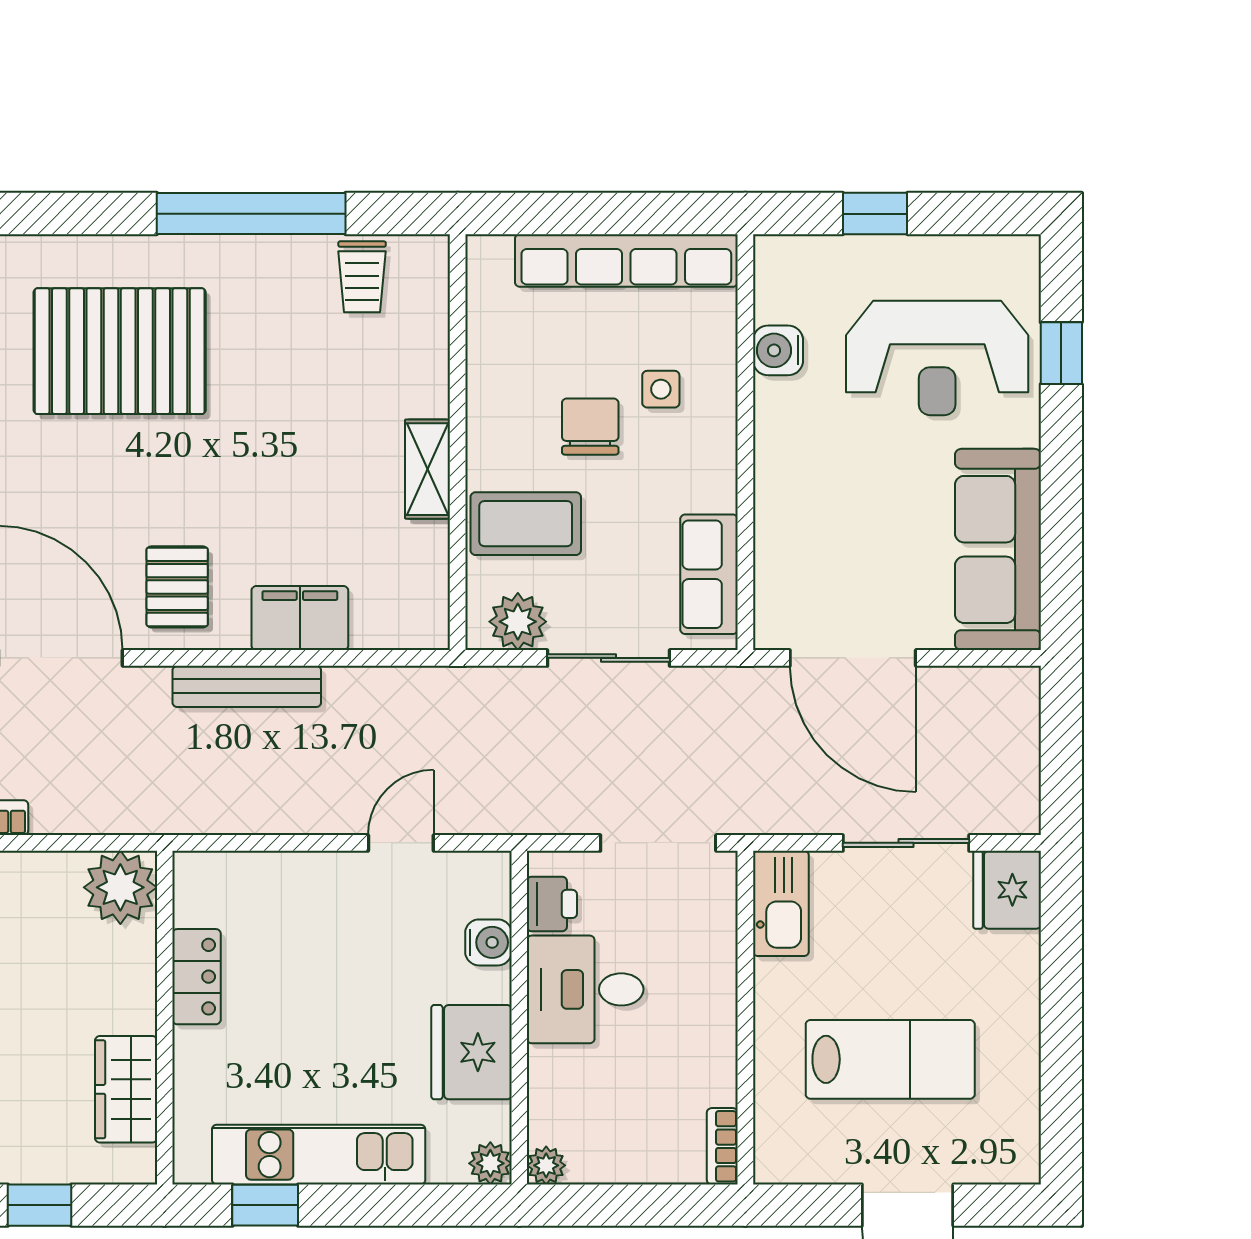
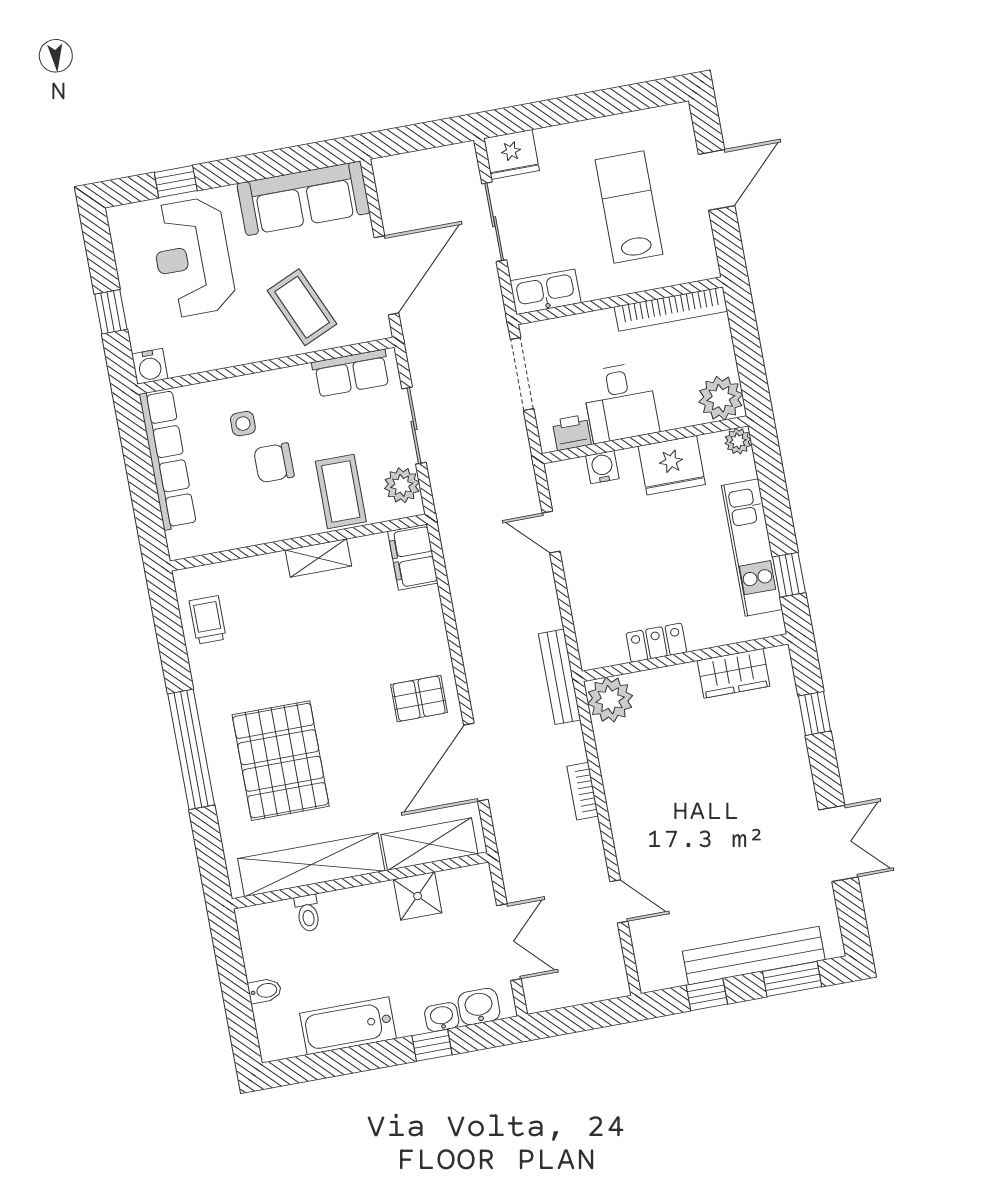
window: (251, 214) -> (191, 749), moved
trolley: (362, 277) -> (208, 620), turned -90
water cooler: (778, 350) -> (150, 366), moved
reception desk: (937, 358) -> (193, 257), turned 180
coffee table: (827, 516) -> (302, 307), added
filing cabinet: (300, 618) -> (413, 557), moved
bench: (247, 686) -> (560, 677), moved
bookcase: (722, 1146) -> (671, 309), width x2.31, depth x1.31
plant: (546, 1165) -> (721, 398), width x1.87, depth x1.87

